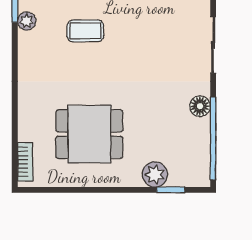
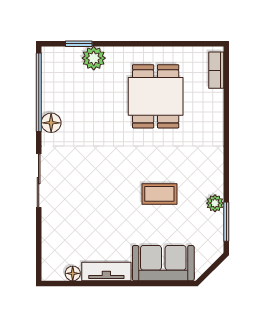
dining table: (89, 134) -> (156, 96), turned 90

